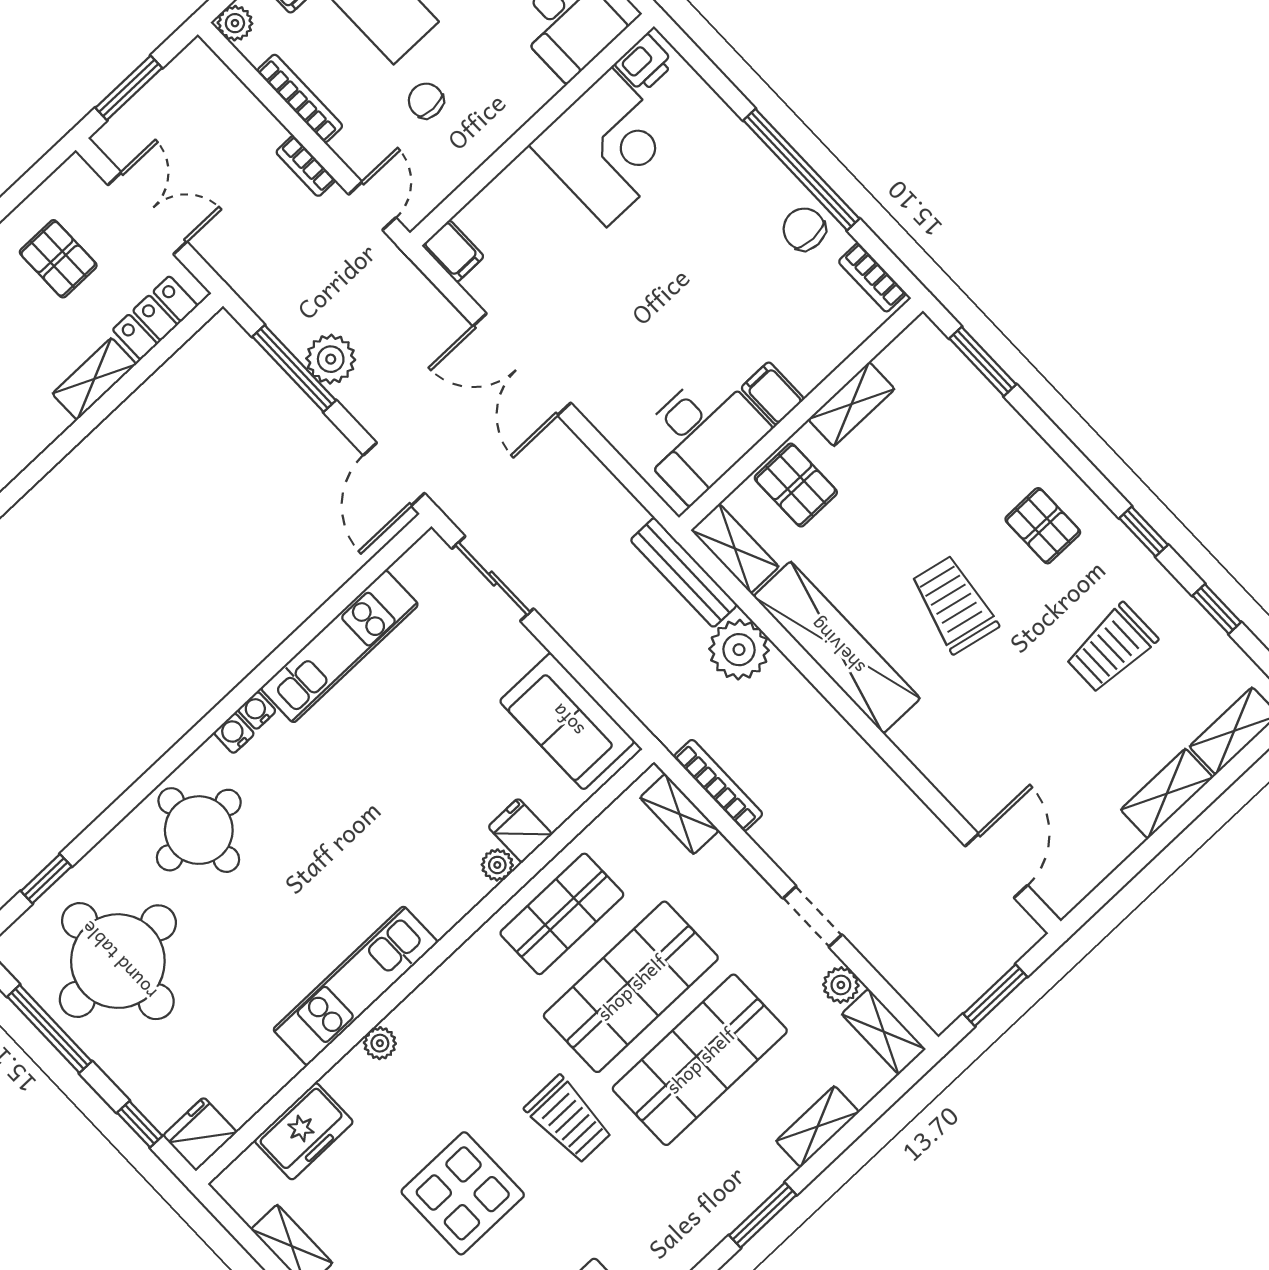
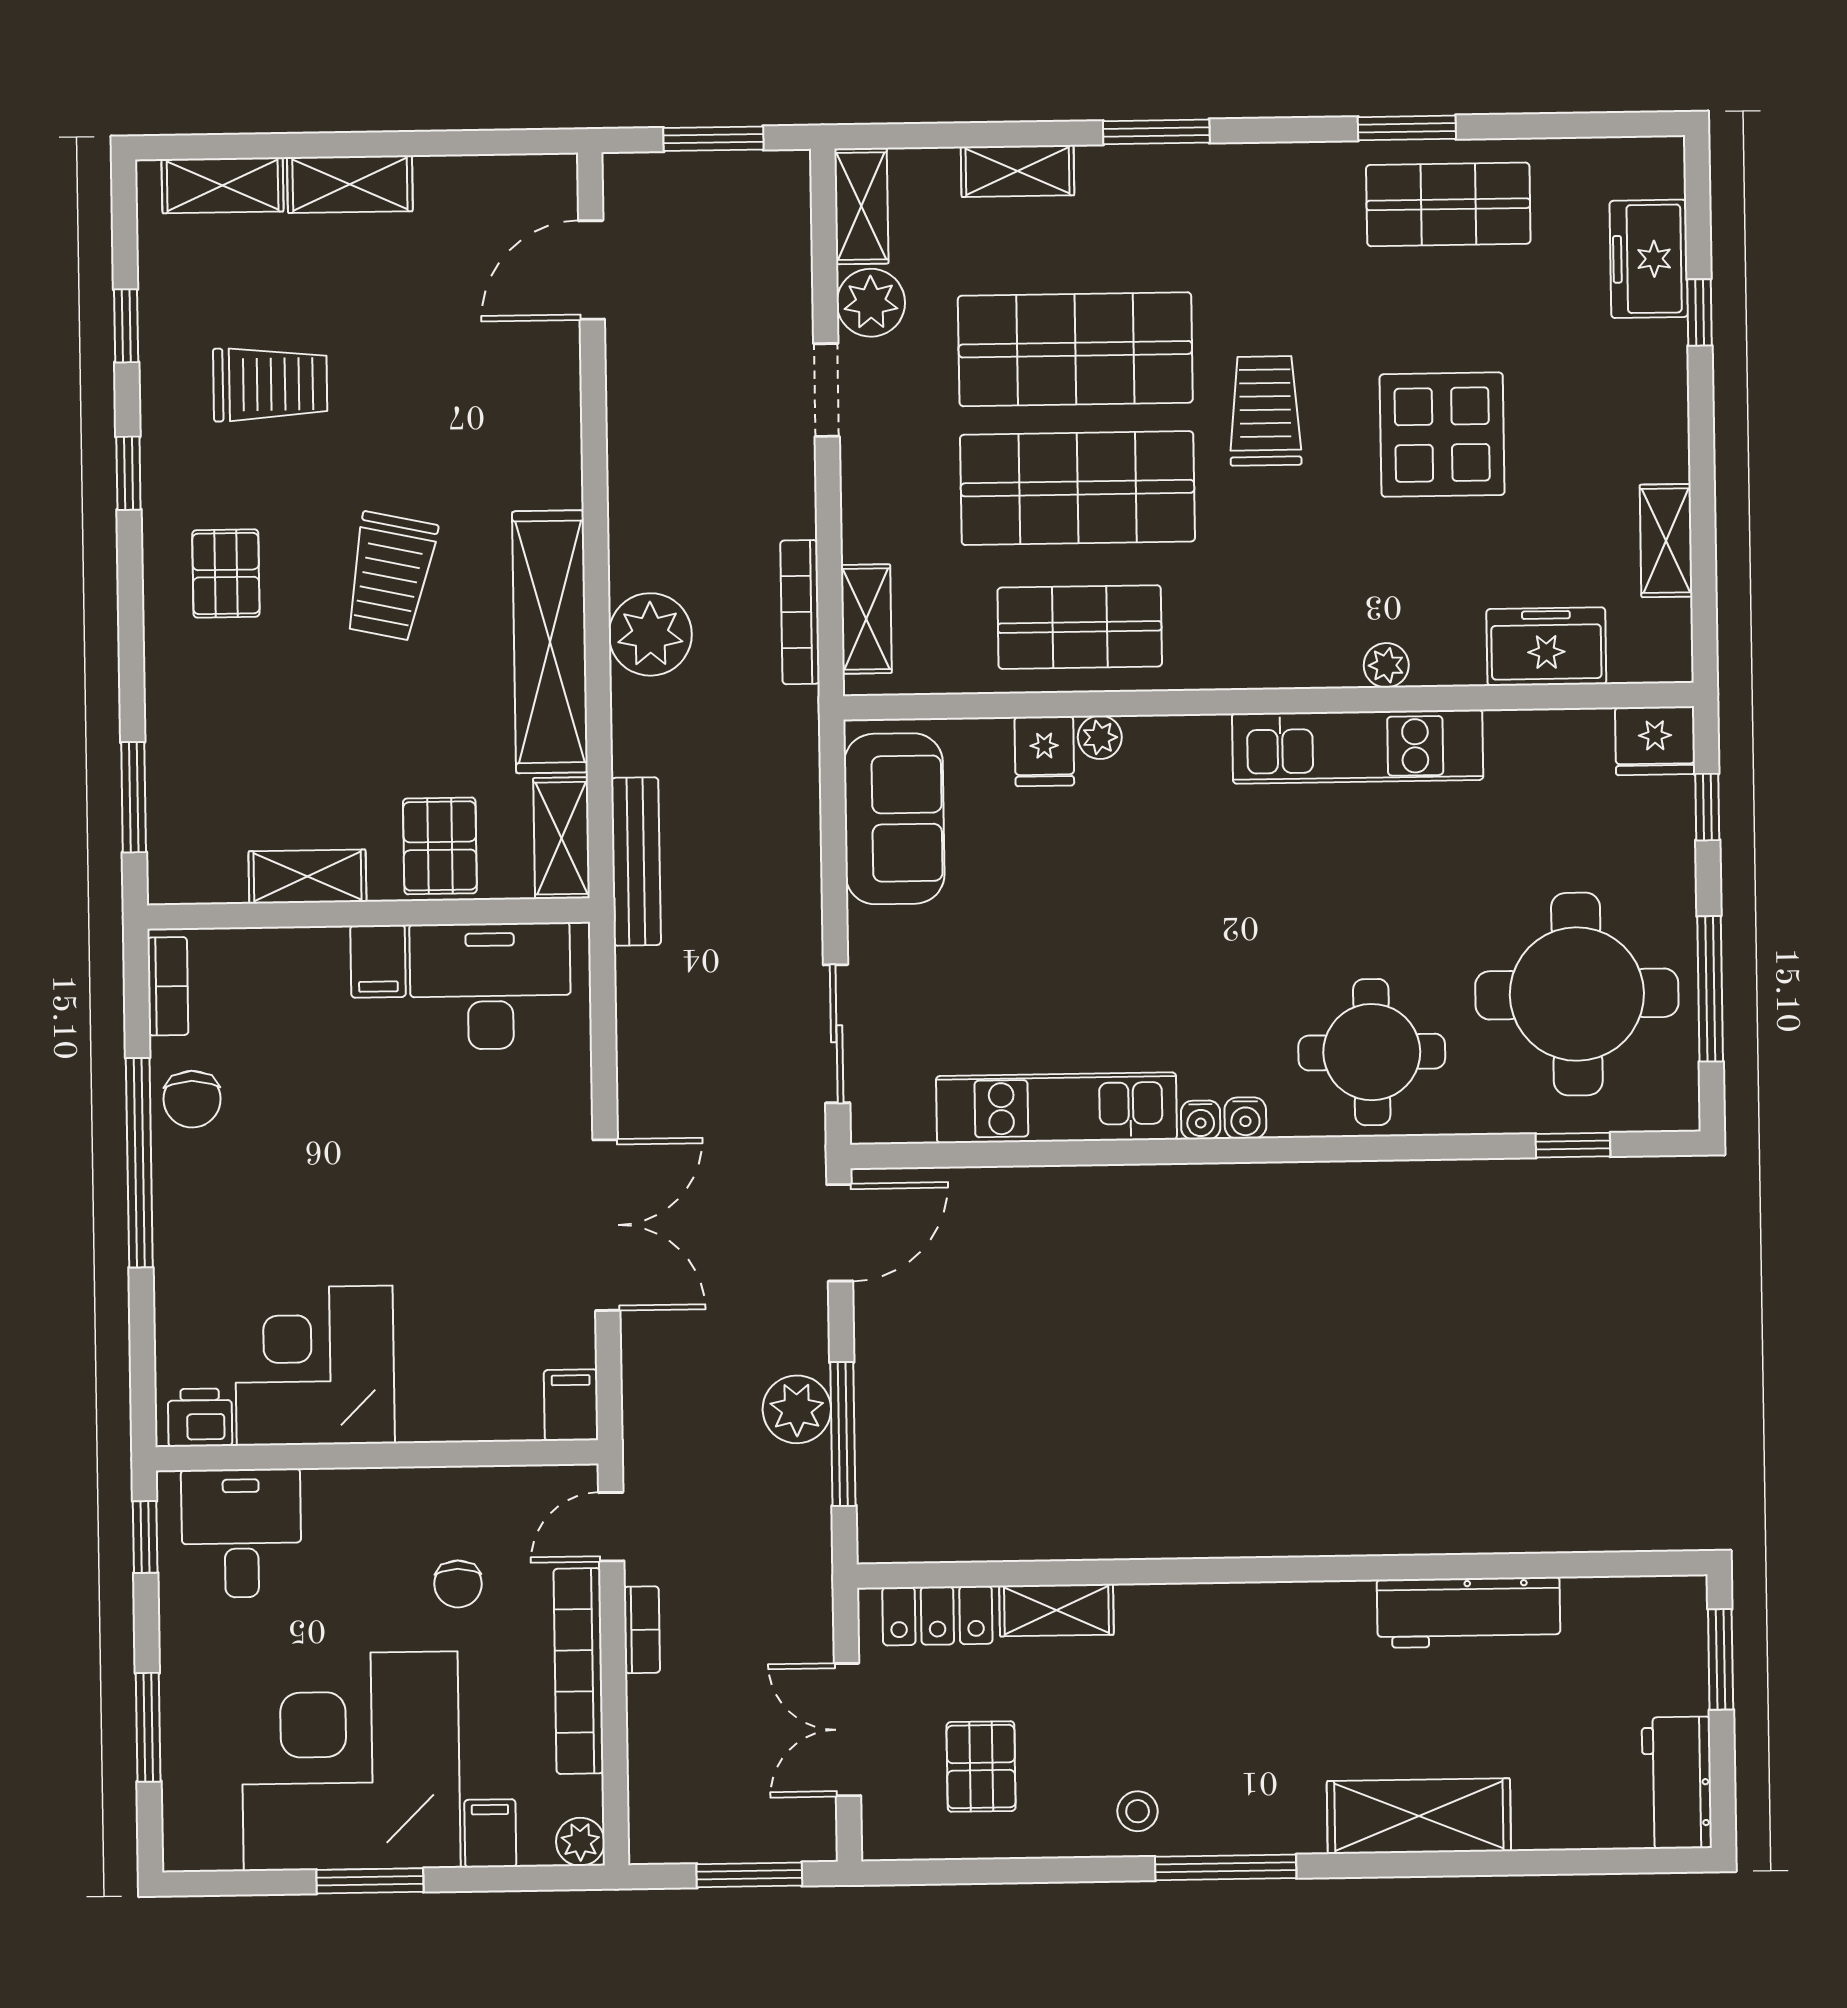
bookcase: (300, 98) -> (578, 1671), width x1.48, depth x1.31
plant: (739, 650) -> (650, 634), moved
plant: (841, 985) -> (871, 303), width x1.38, depth x1.38

